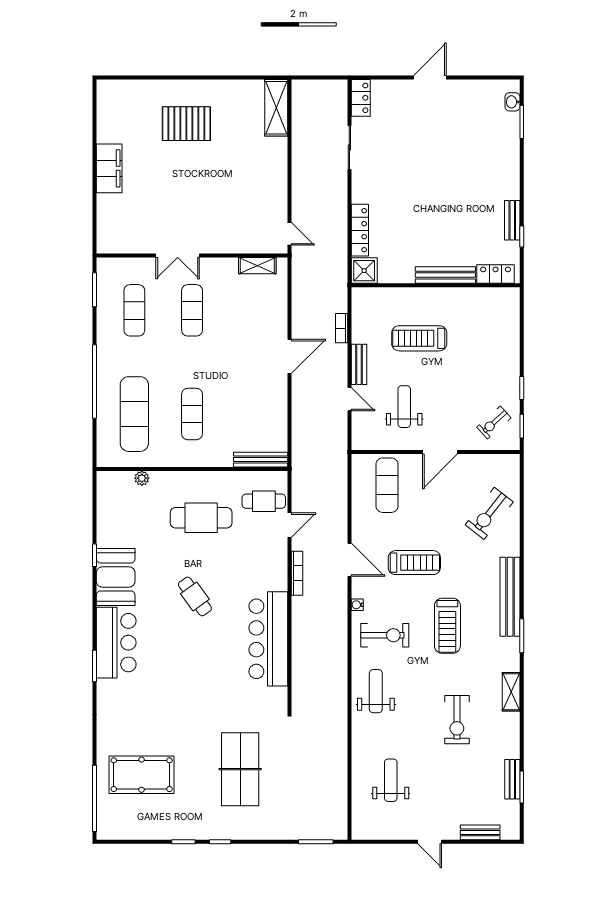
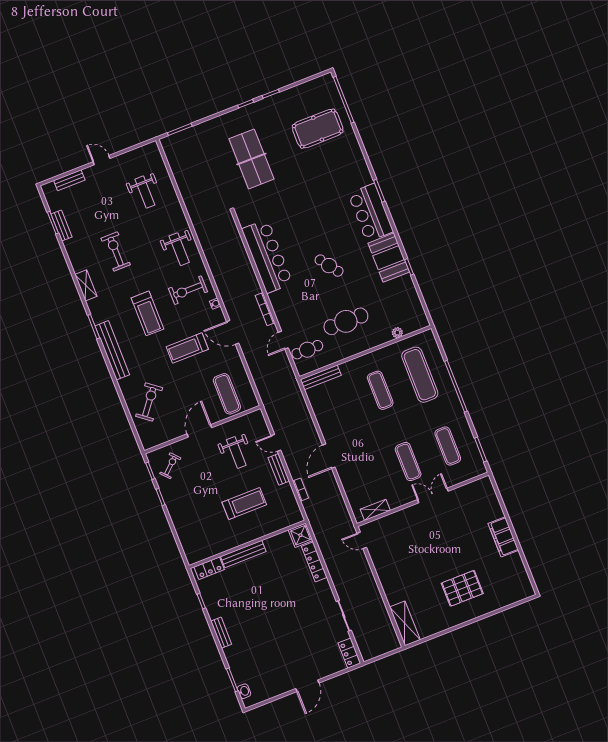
bench: (512, 220) -> (221, 633), moved
treadmill: (447, 626) -> (147, 313), turned 180

